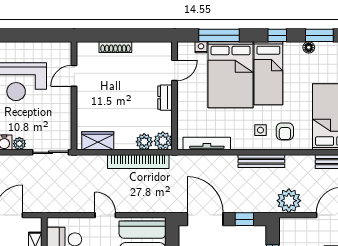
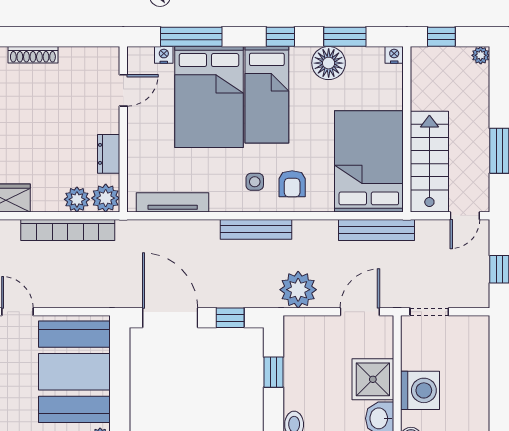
floor lamp: (309, 47) -> (329, 63), width x1.89, depth x1.89
dresser: (165, 98) -> (109, 154), moved

